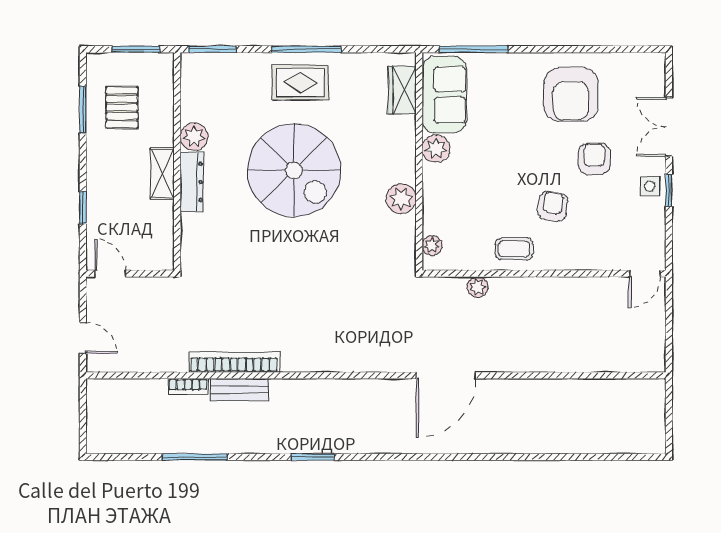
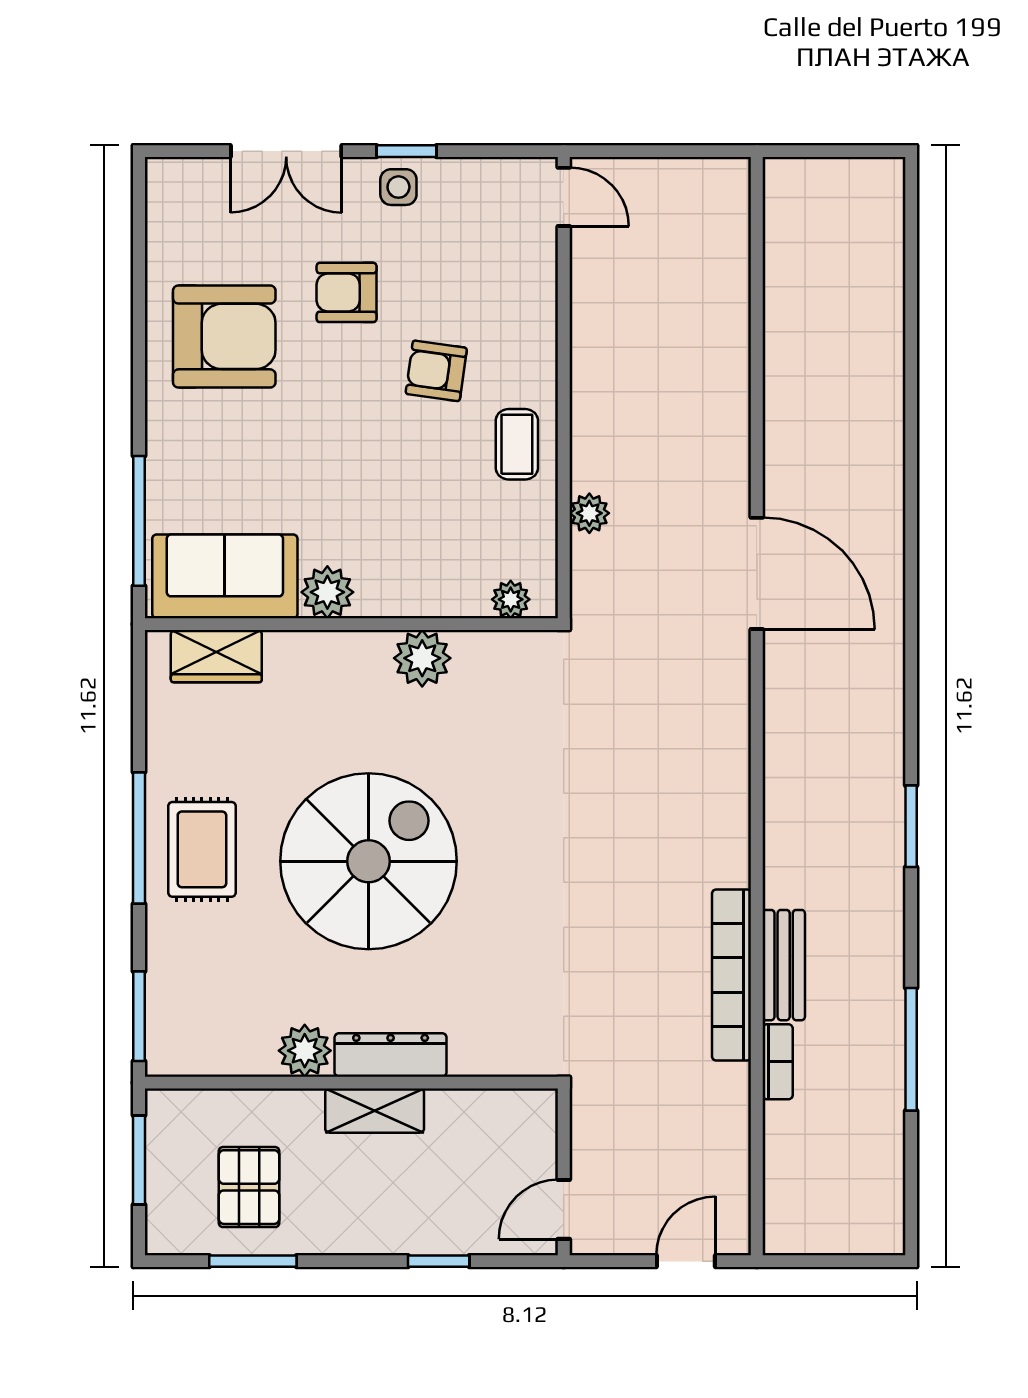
pallet: (122, 107) -> (249, 1187), turned 90

